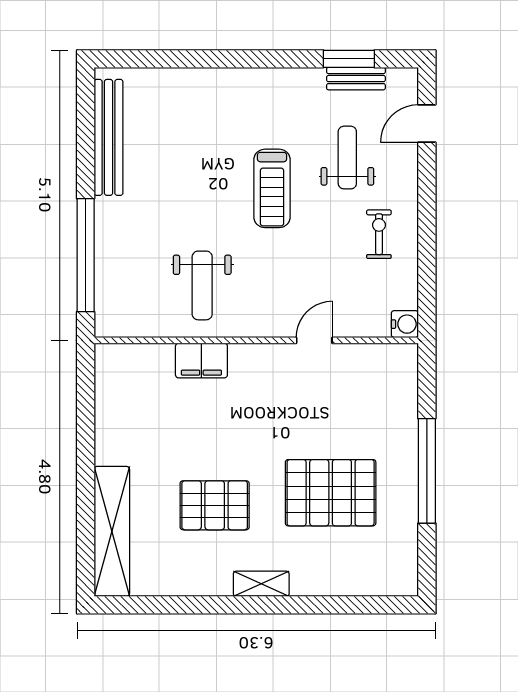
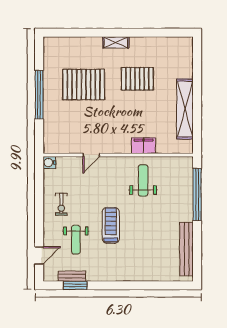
shelving: (112, 531) -> (185, 109), moved

